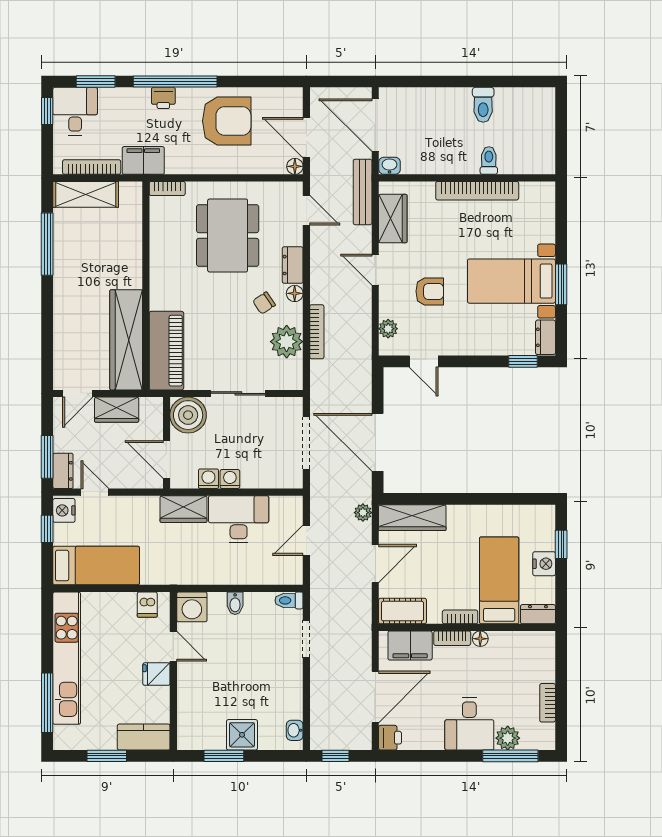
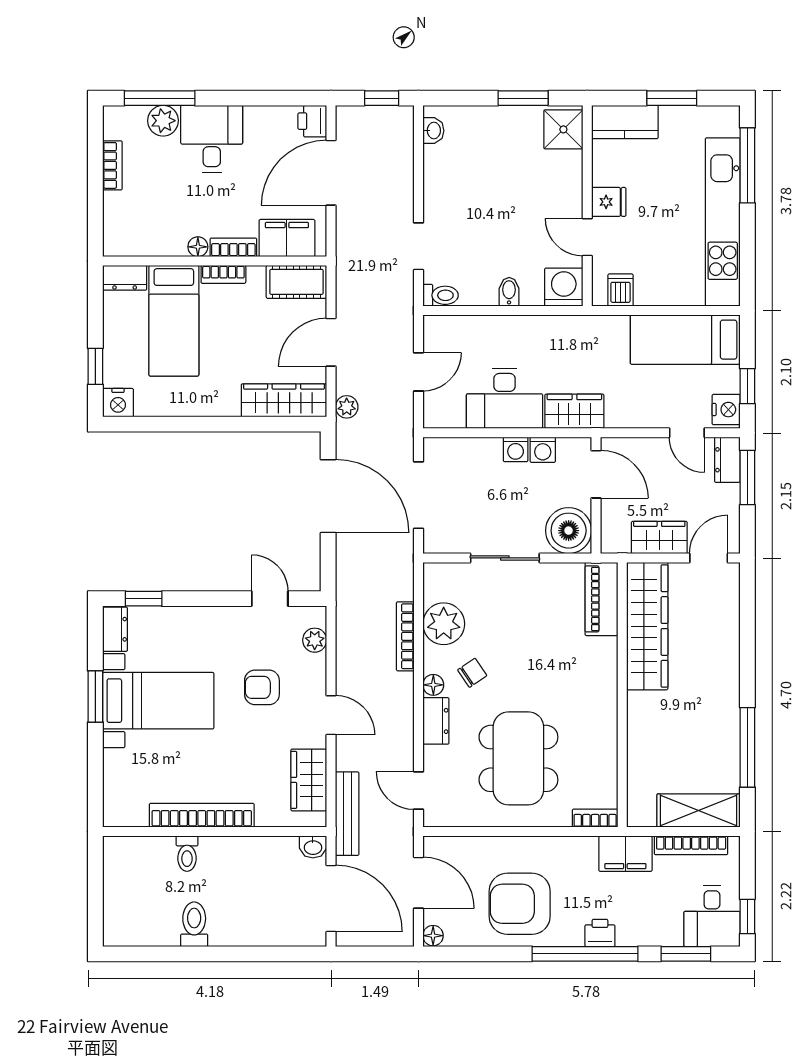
floor lamp: (295, 166) -> (433, 936), moved
piano: (166, 351) -> (601, 599), width x0.73, depth x0.75
nightstand: (544, 564) -> (118, 403), moved, turned -90
shower: (242, 735) -> (563, 129), moved

